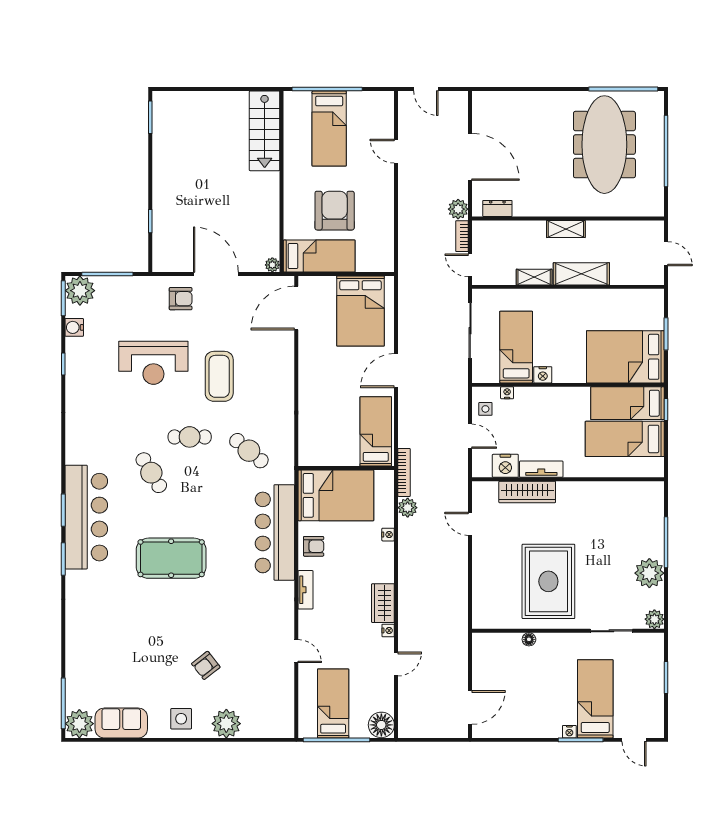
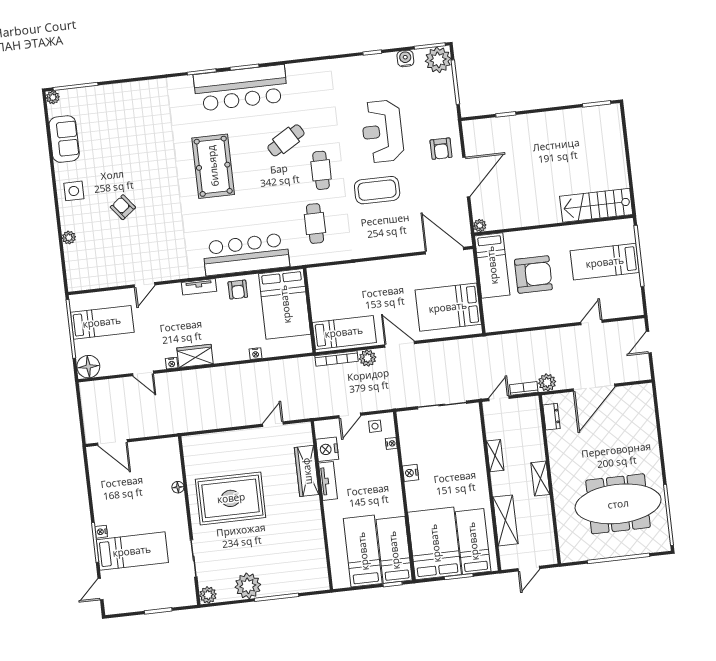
shelving: (581, 274) -> (505, 520), moved
bed: (516, 347) -> (473, 541), moved, turned -90
cafe table: (249, 451) -> (315, 224), turned -40
bookcase: (404, 472) -> (336, 359), moved
plant: (408, 508) -> (368, 358), moved
plant: (79, 724) -> (53, 97), width x0.53, depth x0.53
plant: (226, 724) -> (69, 238), width x0.53, depth x0.53

